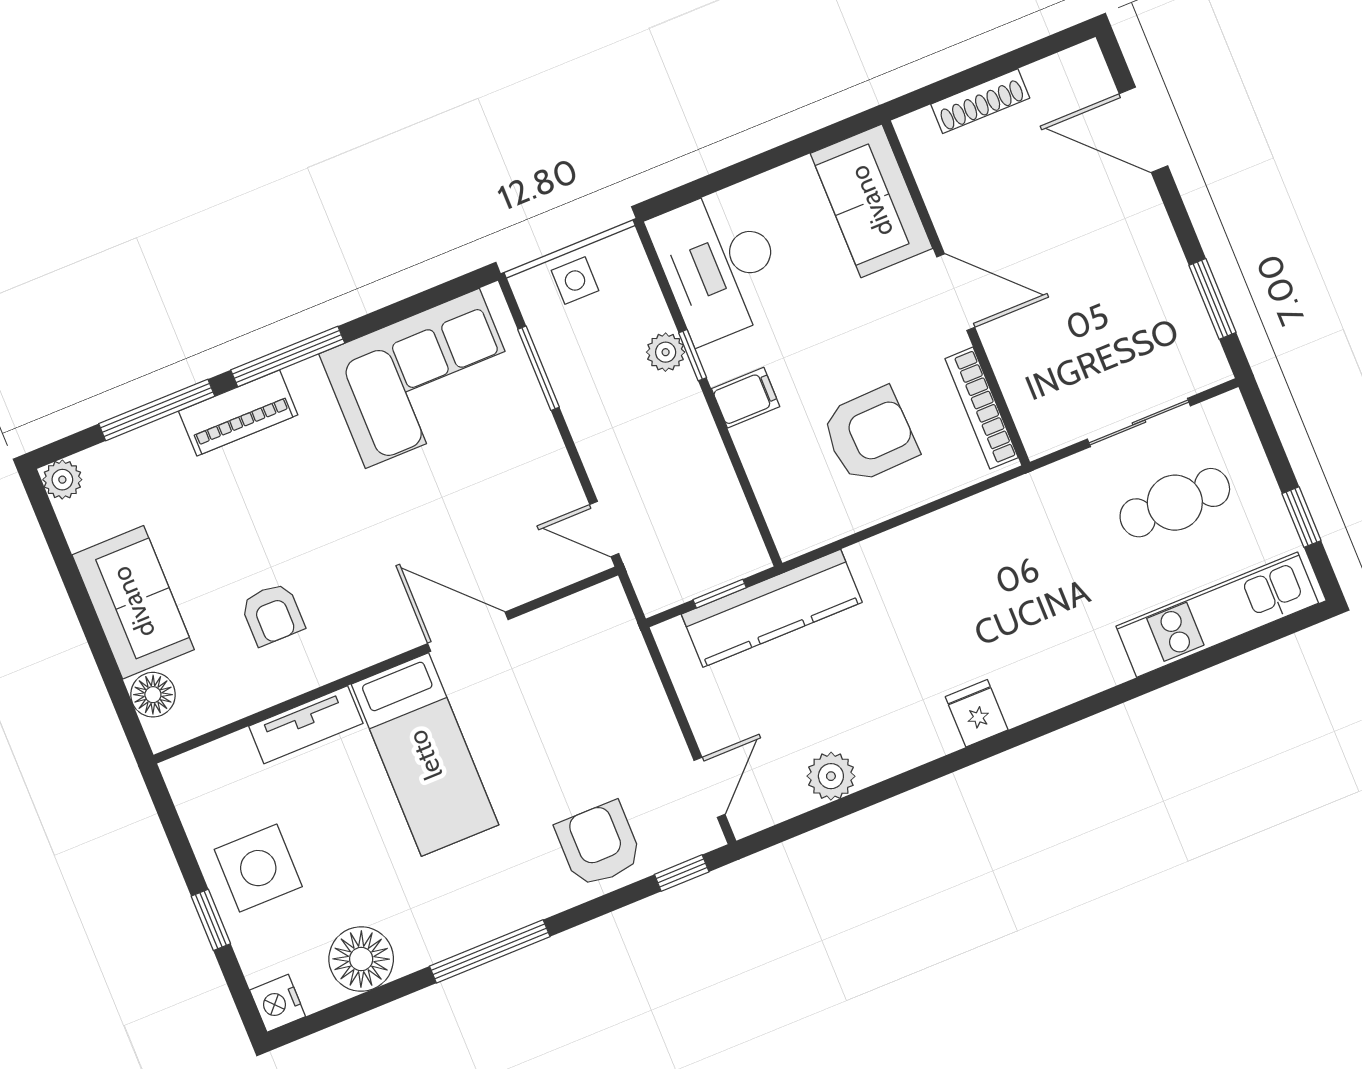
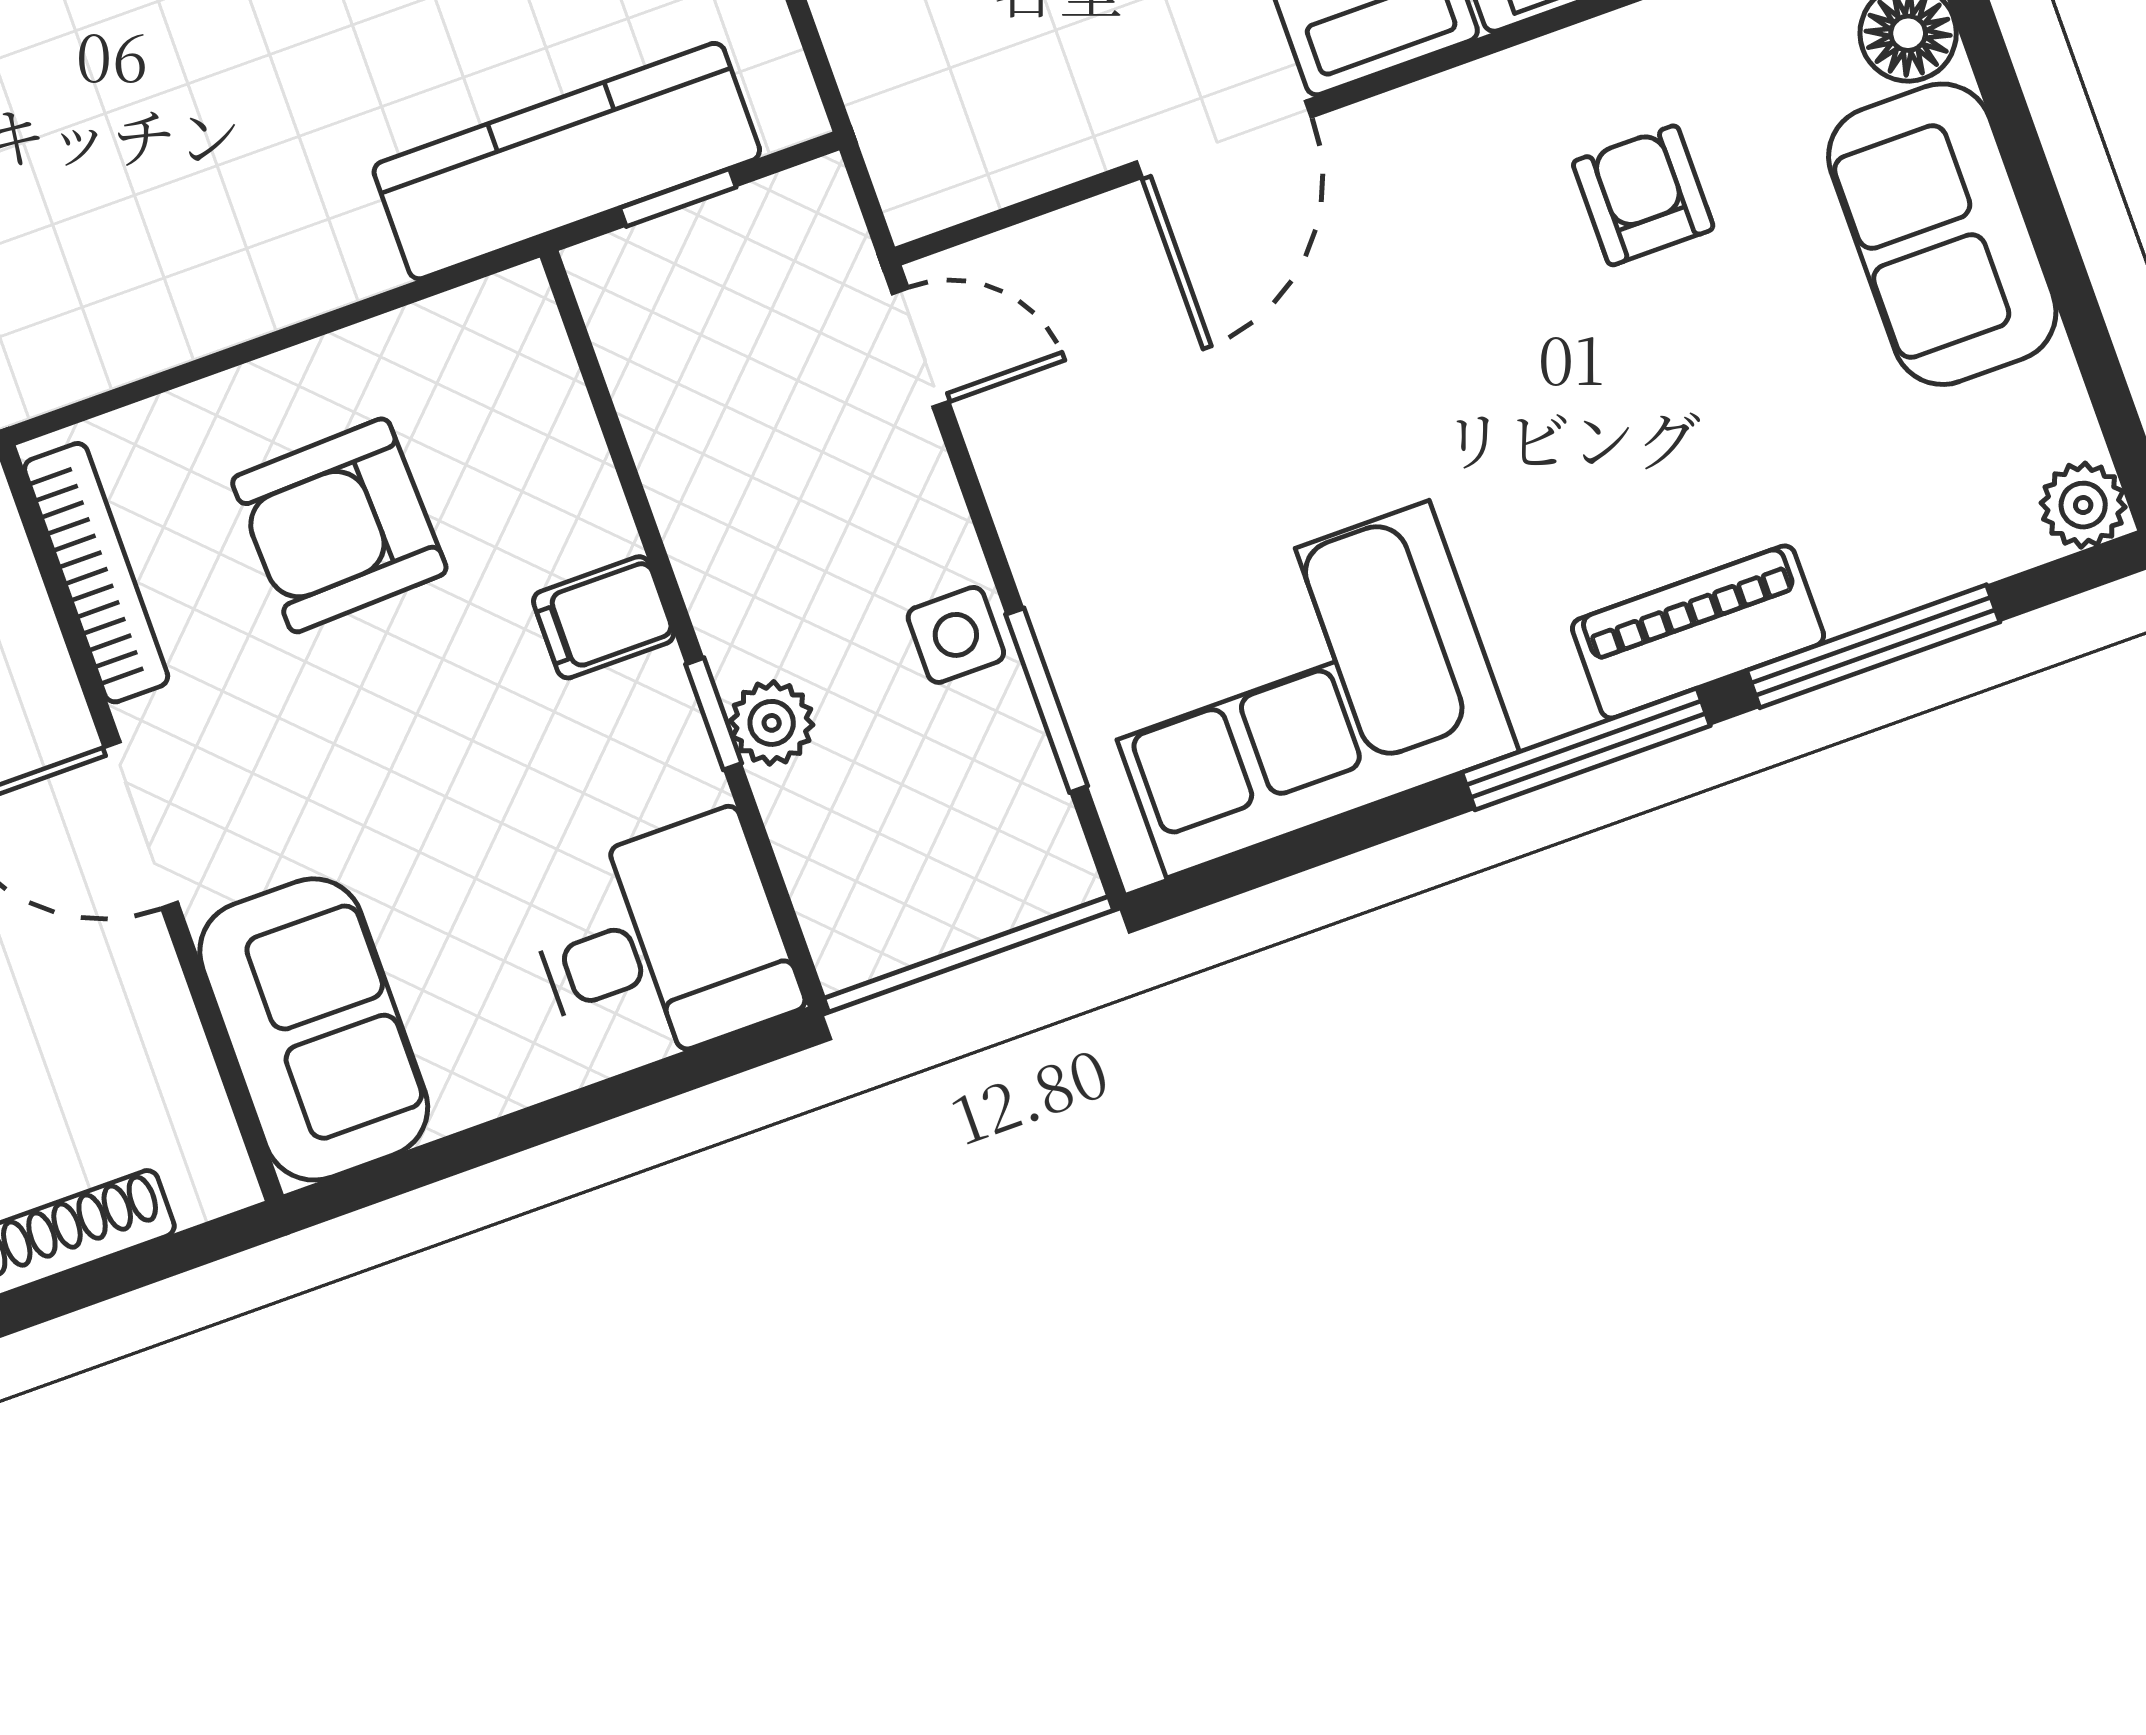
desk: (719, 265) -> (662, 944), width x0.73
side table: (575, 280) -> (956, 635), moved
door: (468, 632) -> (1224, 139), hinge flipped

